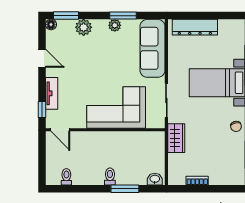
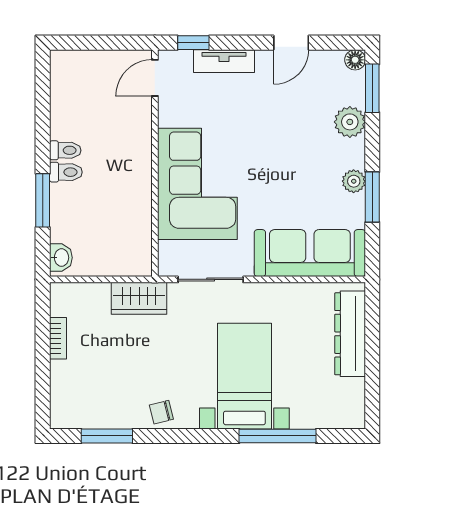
toilet: (66, 177) -> (65, 150), moved

